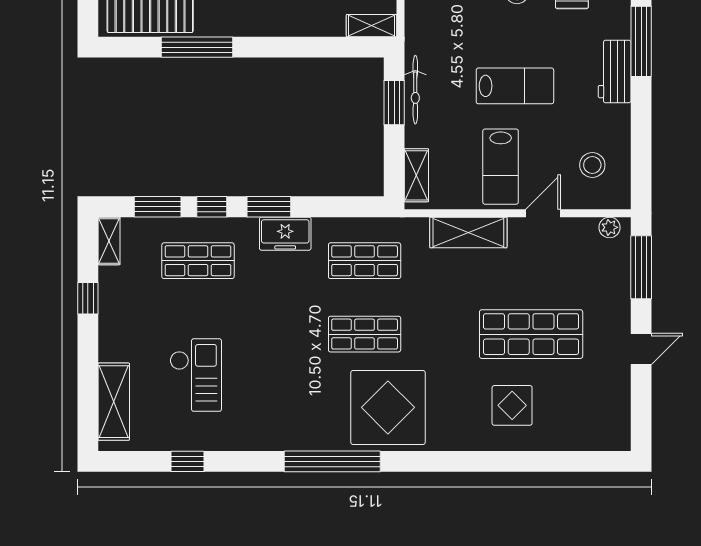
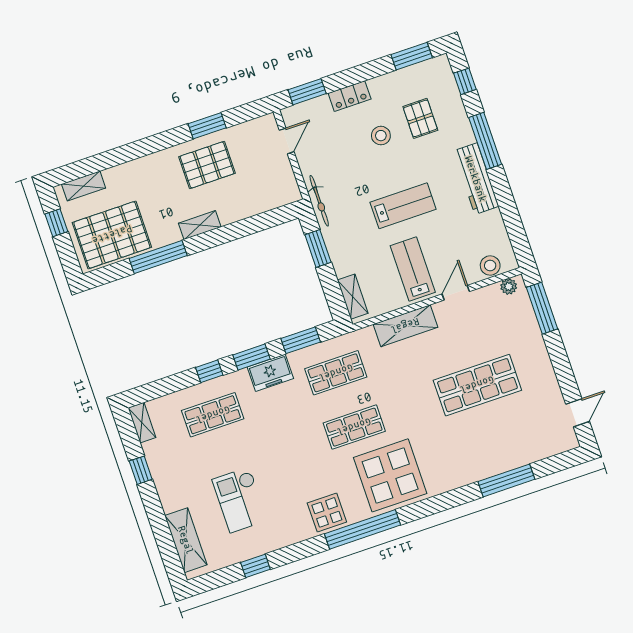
shelving: (372, 26) -> (200, 225), moved
workbench: (615, 72) -> (476, 179), width x1.37
bicycle: (415, 90) -> (319, 201), moved
stool: (592, 165) -> (490, 266), moved
lab bench: (501, 167) -> (413, 269), turned 180
window: (158, 207) -> (301, 340), moved
door: (641, 349) -> (578, 413), moved
checkout: (196, 375) -> (240, 500), turned 180
display table: (512, 405) -> (327, 512), moved
window: (527, 461) -> (506, 480), added

